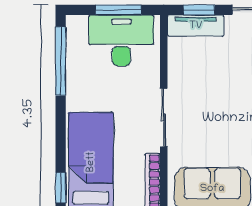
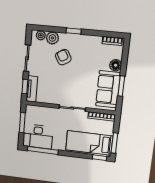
desk: (121, 40) -> (38, 137), moved, turned -90

